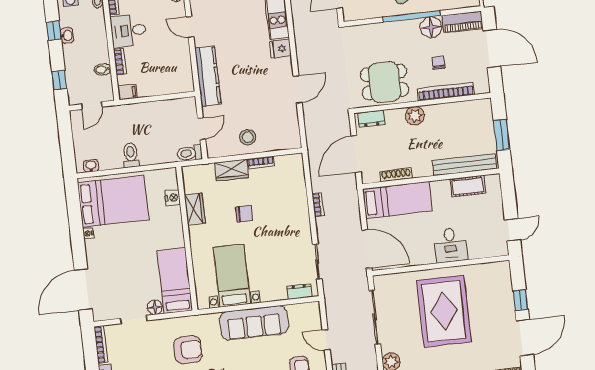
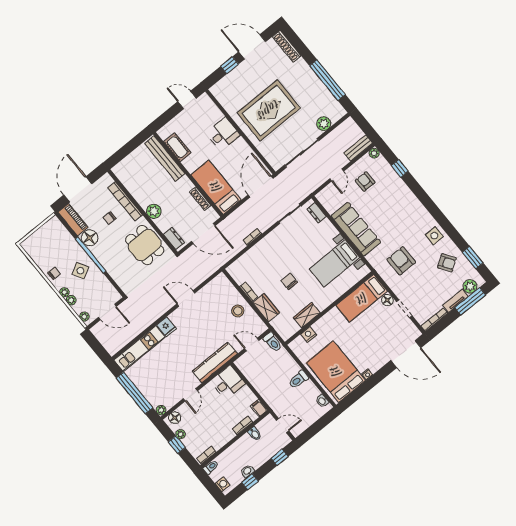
desk: (128, 31) -> (228, 382), moved, turned -90
window: (502, 135) -> (130, 147), removed

